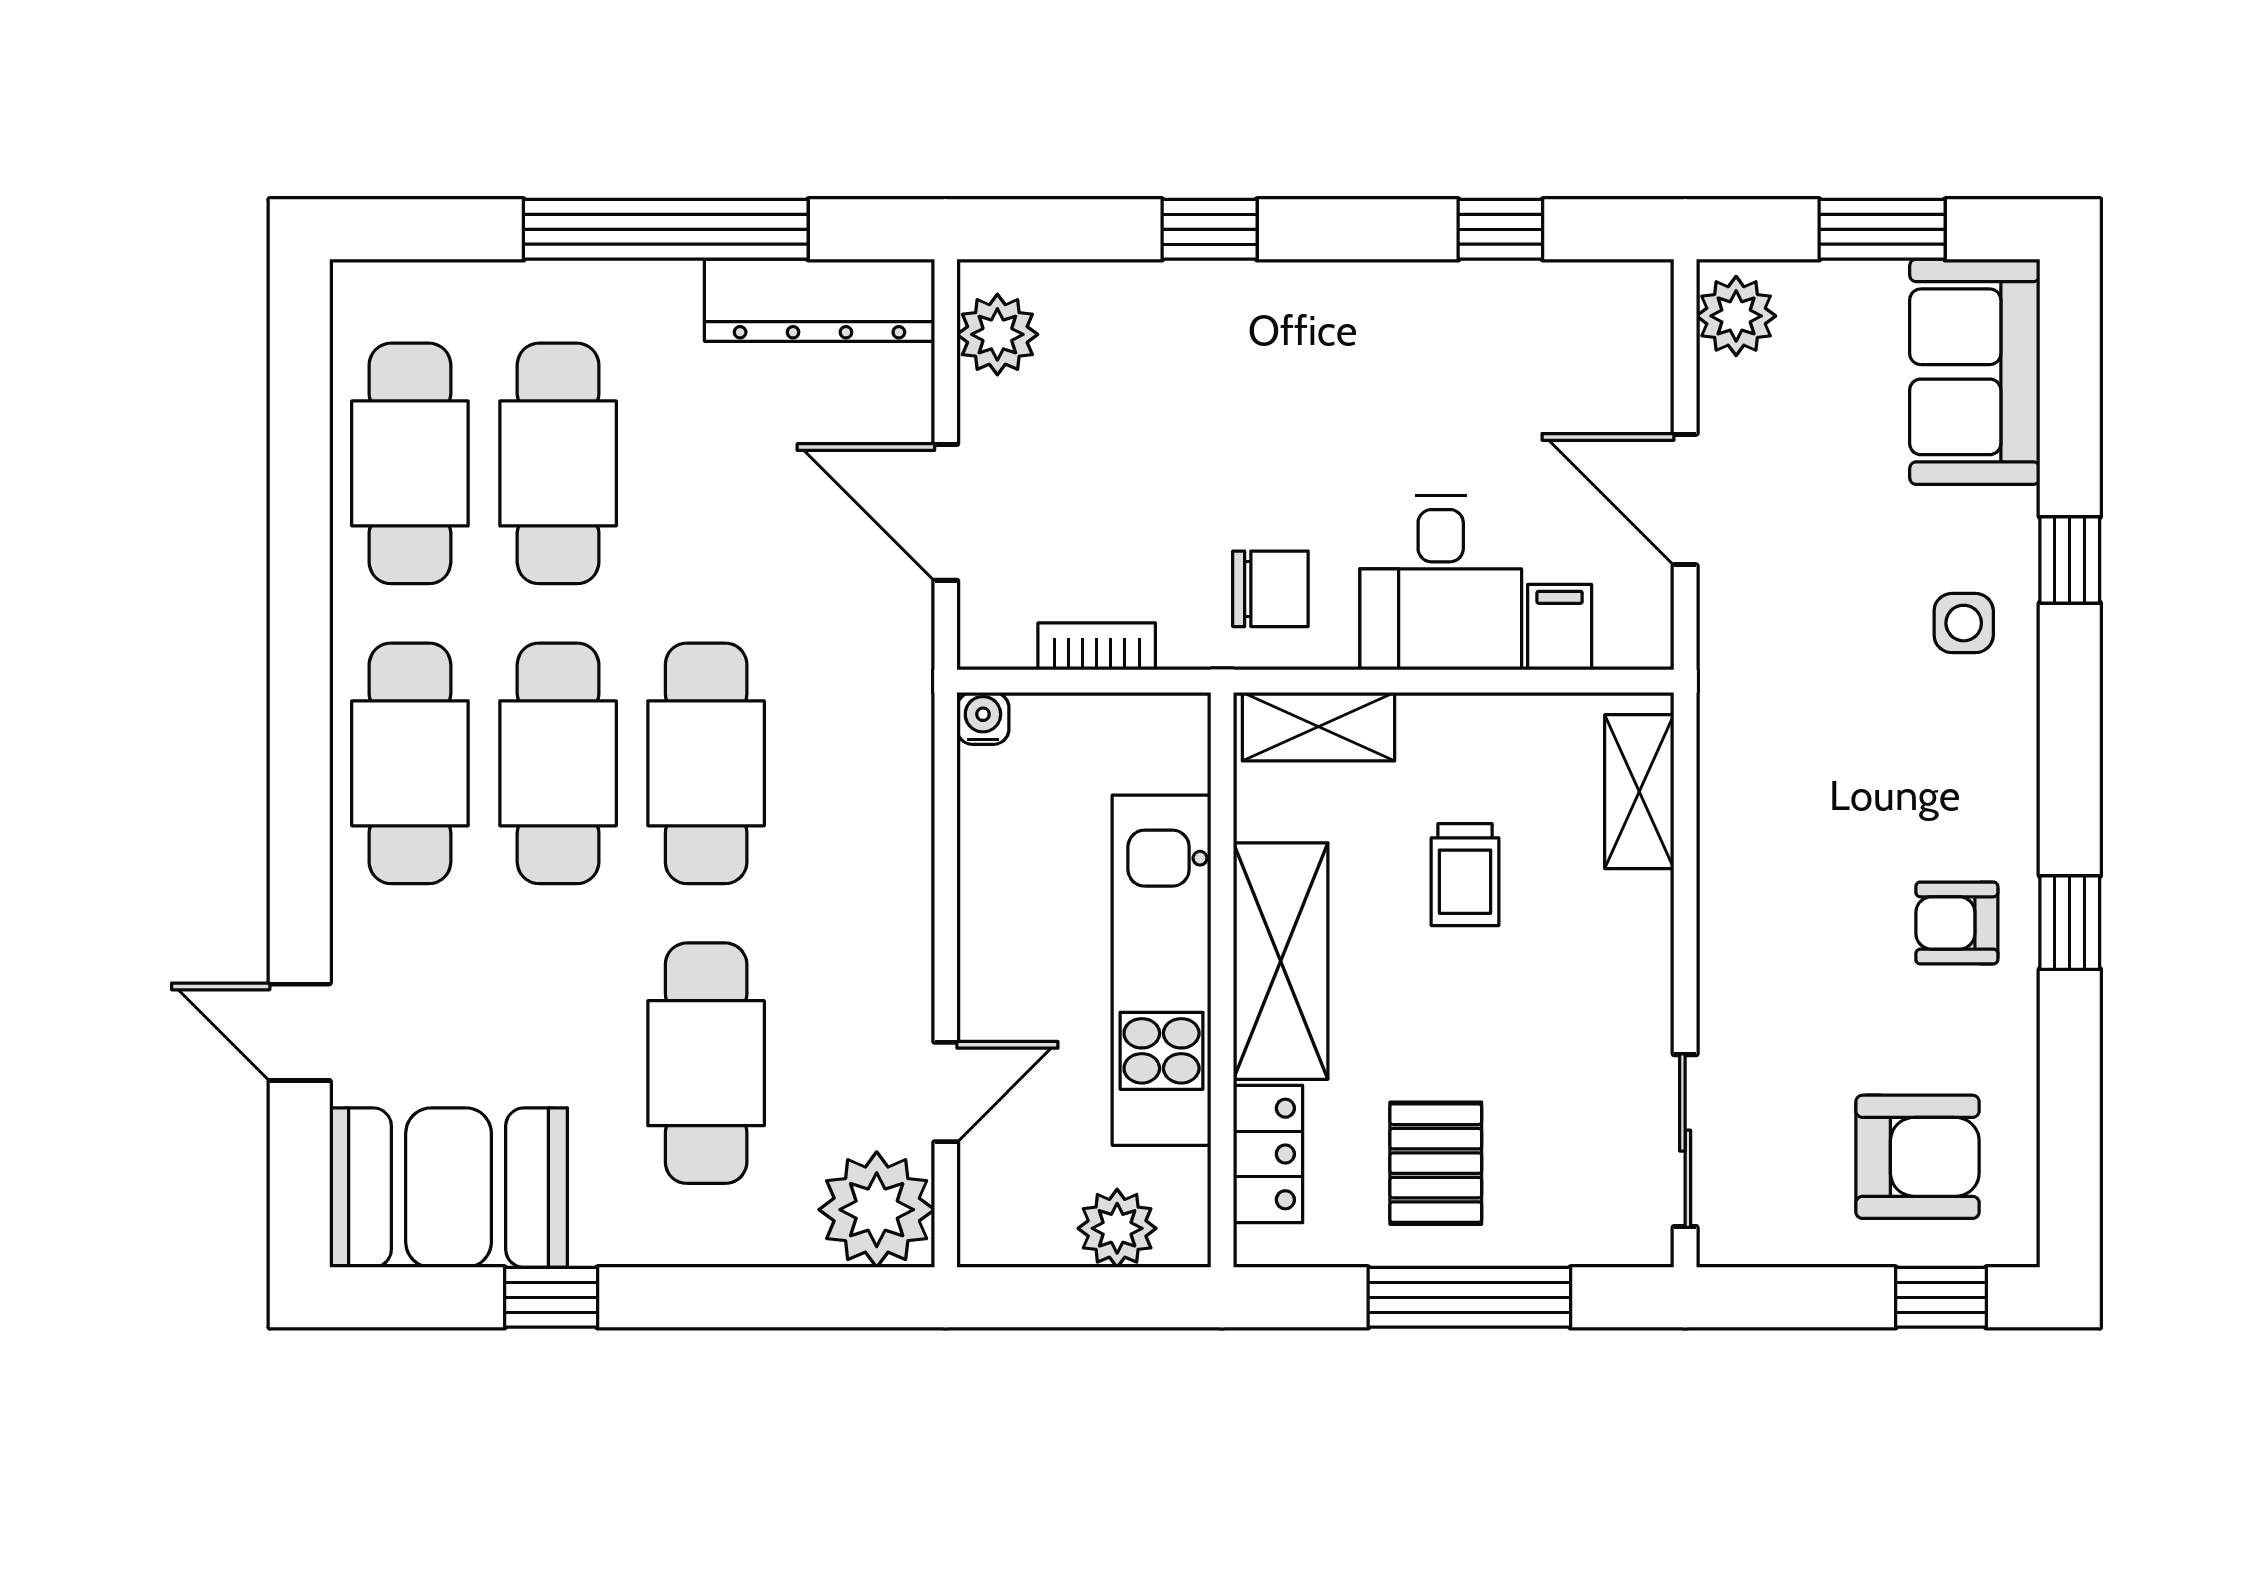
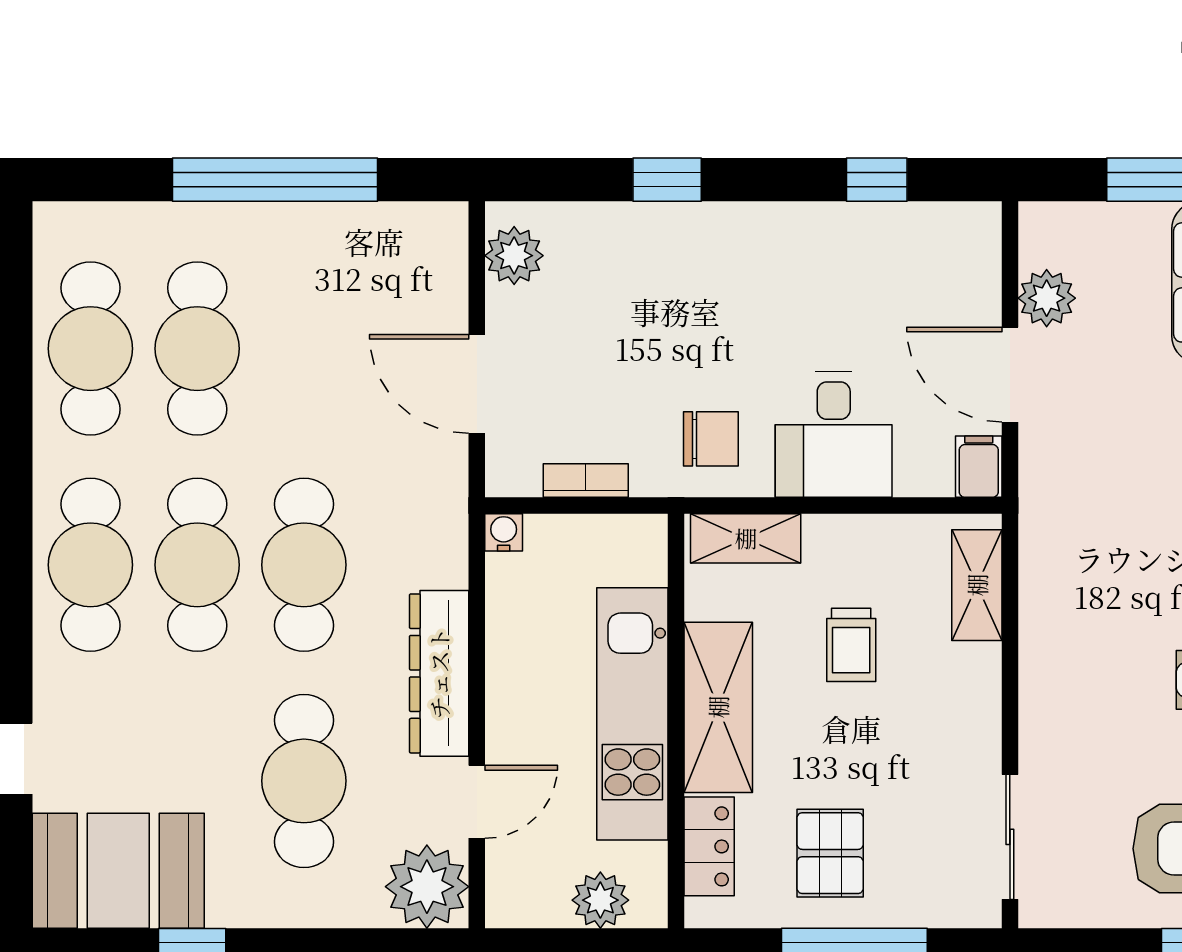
dresser: (819, 300) -> (439, 673), moved, turned 90
plant: (1736, 316) -> (1047, 298), moved
filing cabinet: (1560, 627) -> (979, 467), moved

